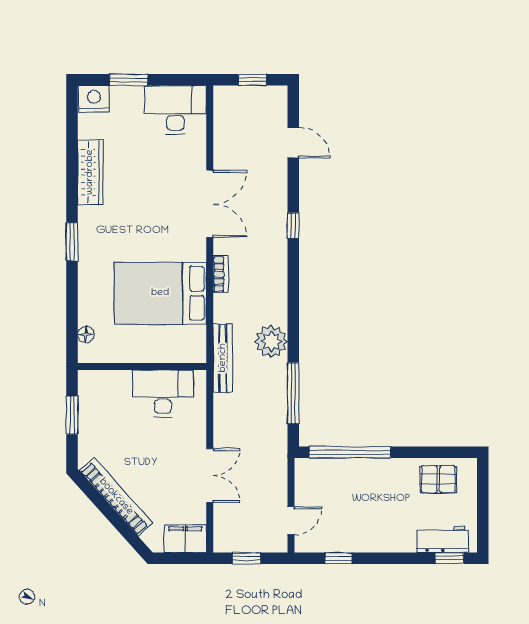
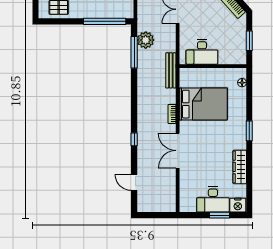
window: (253, 80) -> (155, 215), removed
desk: (175, 110) -> (213, 200), moved
plant: (271, 342) -> (146, 40), moved

